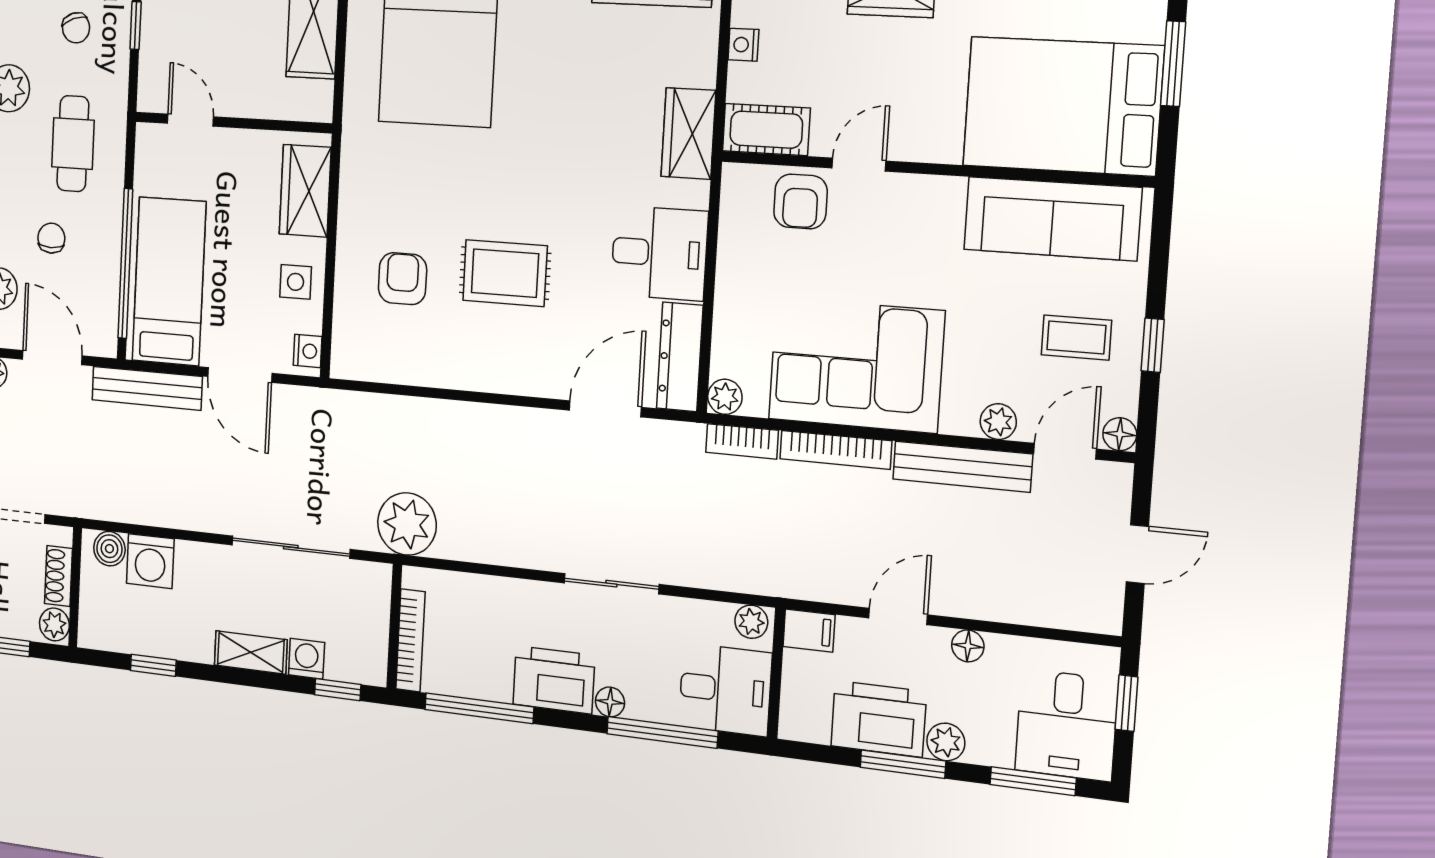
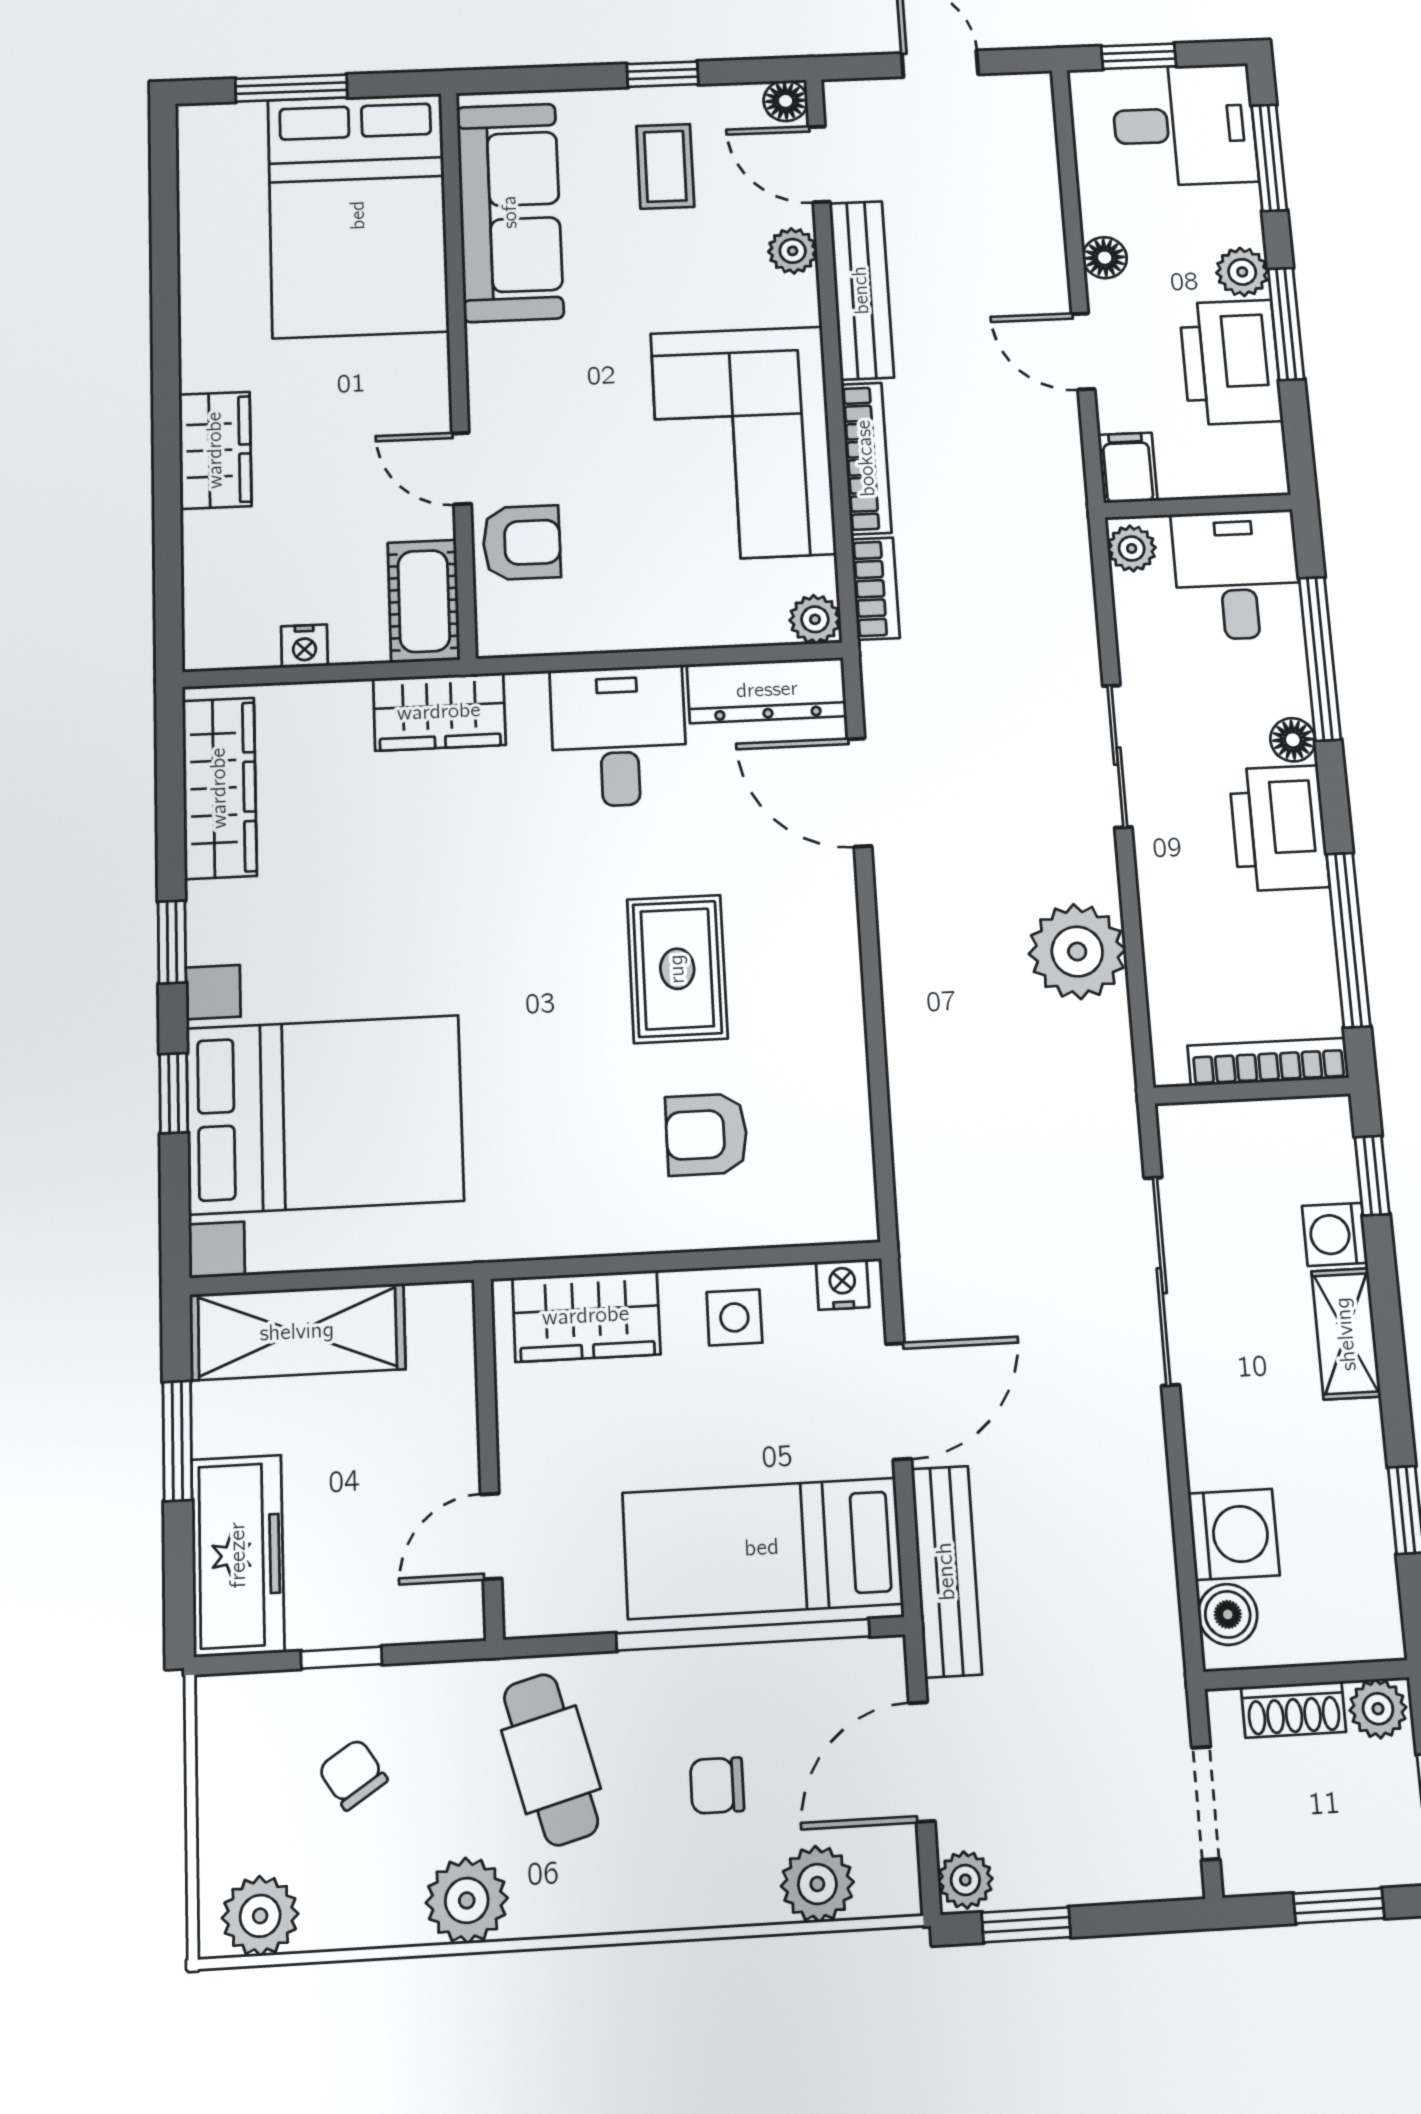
chair: (76, 28) -> (353, 1774), turned -104
cafe table: (73, 144) -> (551, 1759), turned 75
plant: (407, 524) -> (1077, 952), moved

